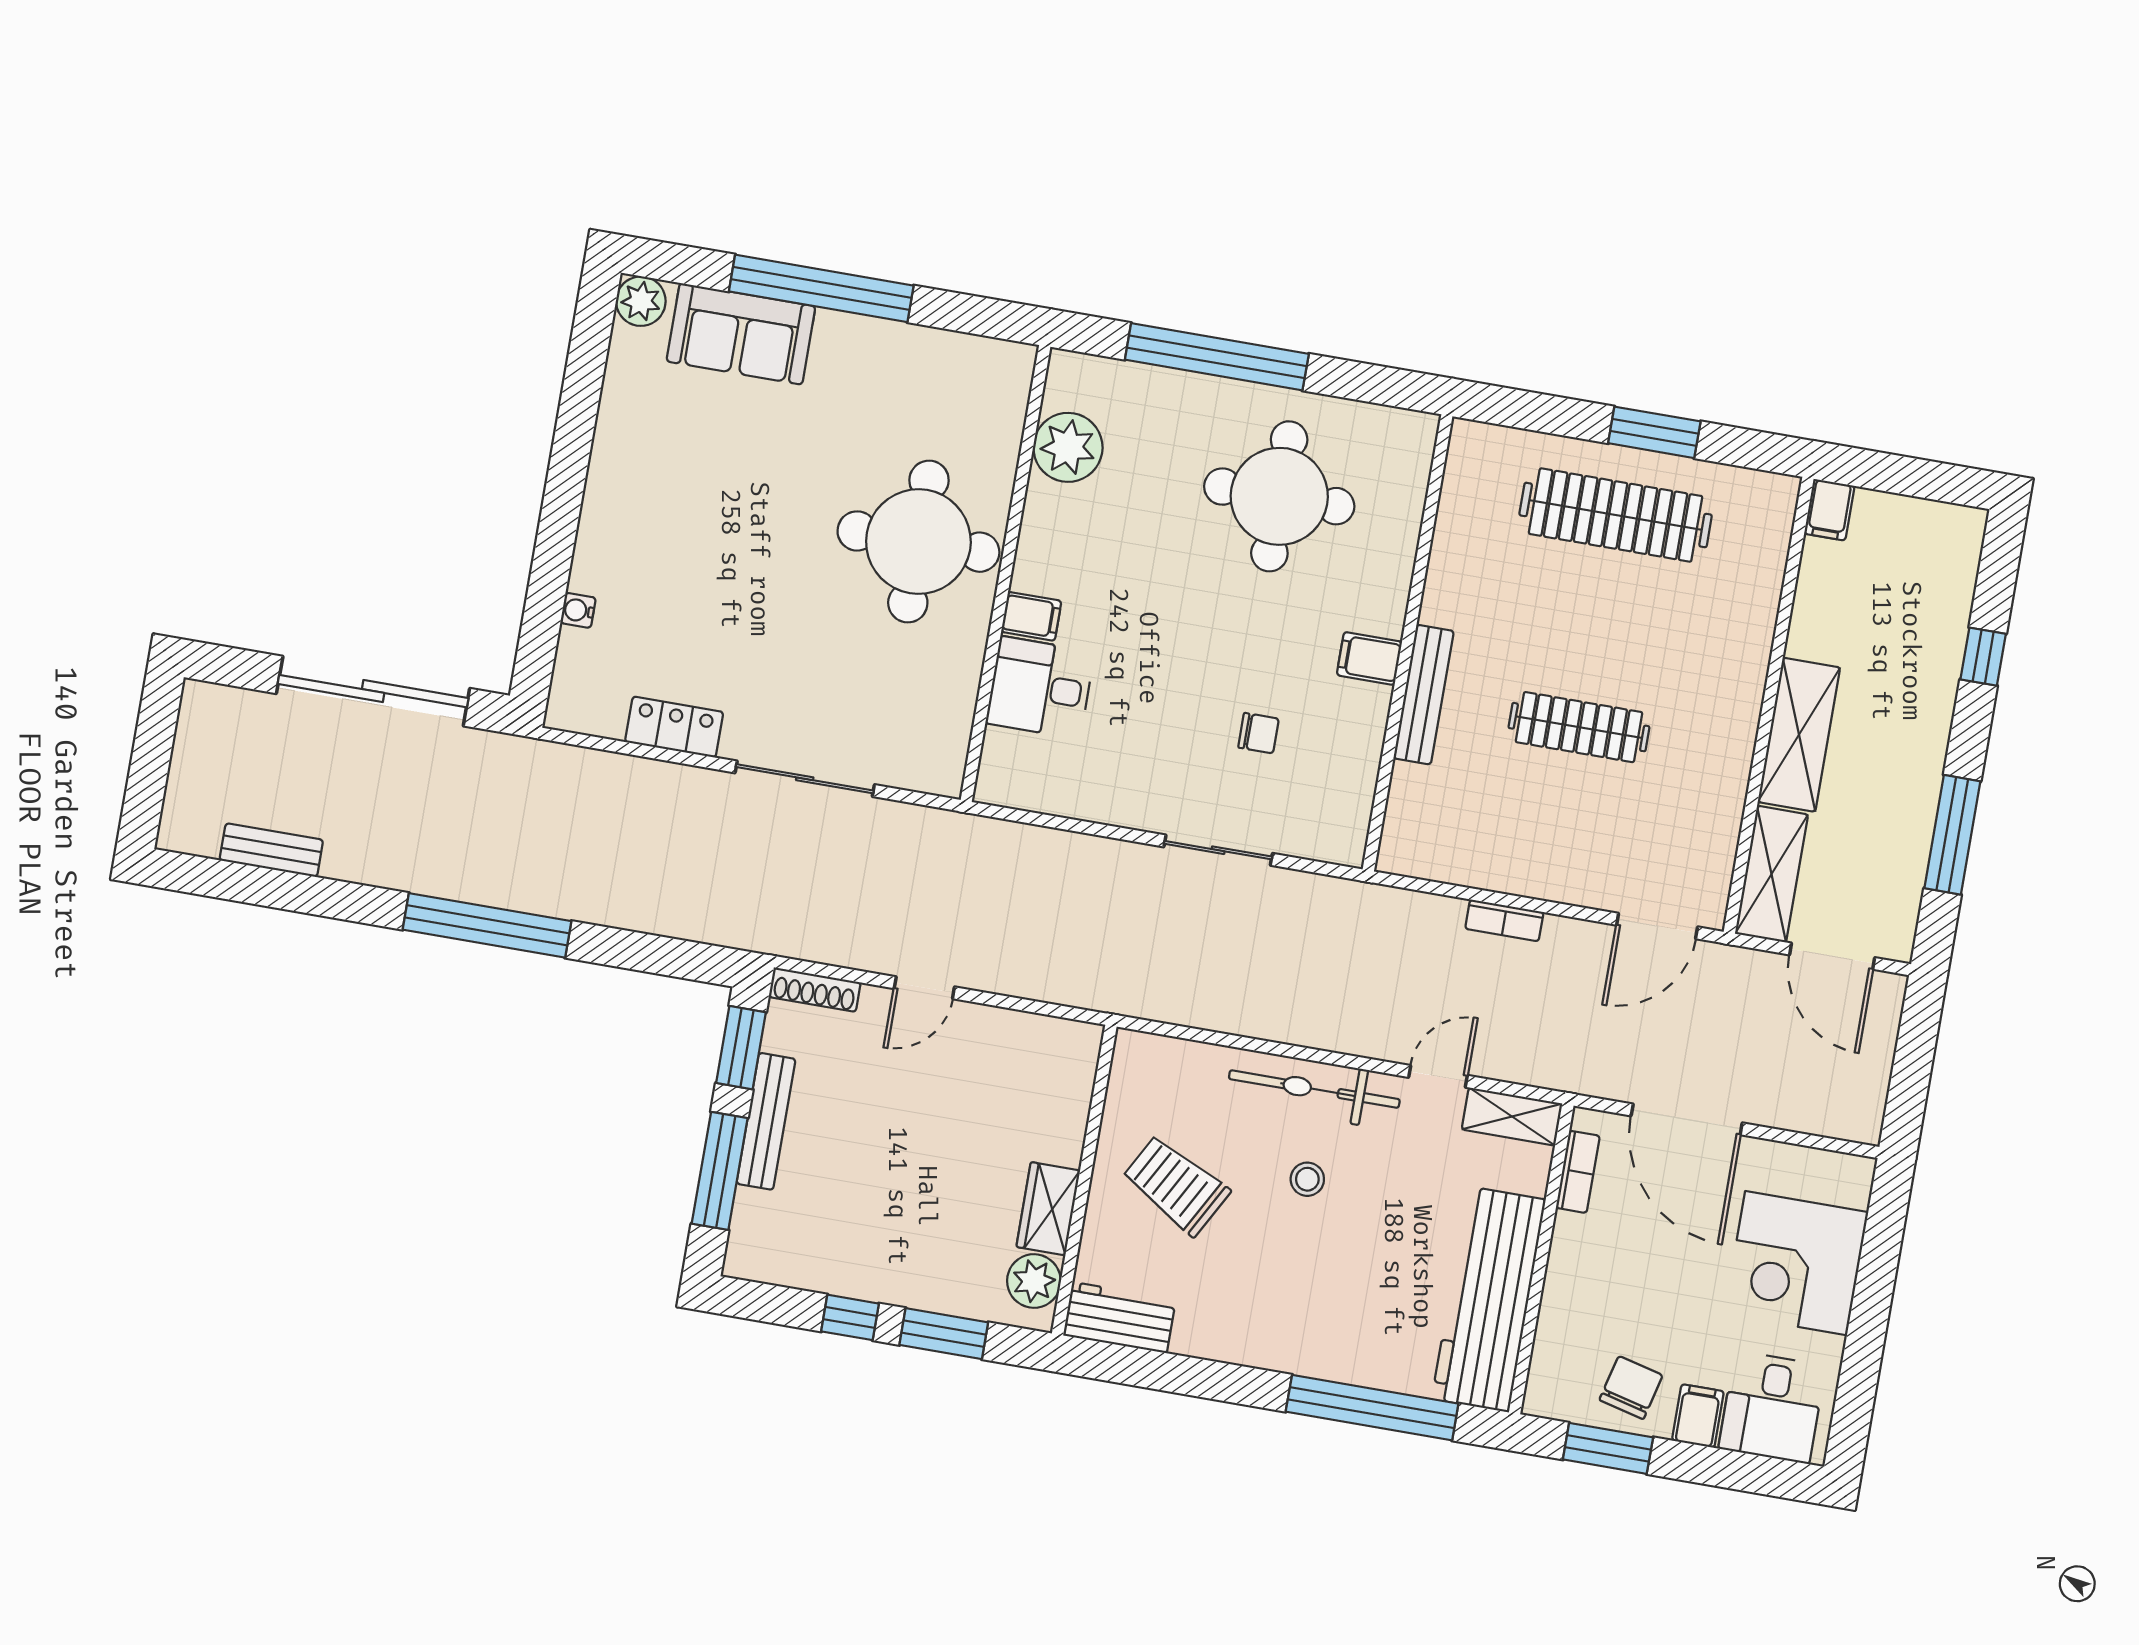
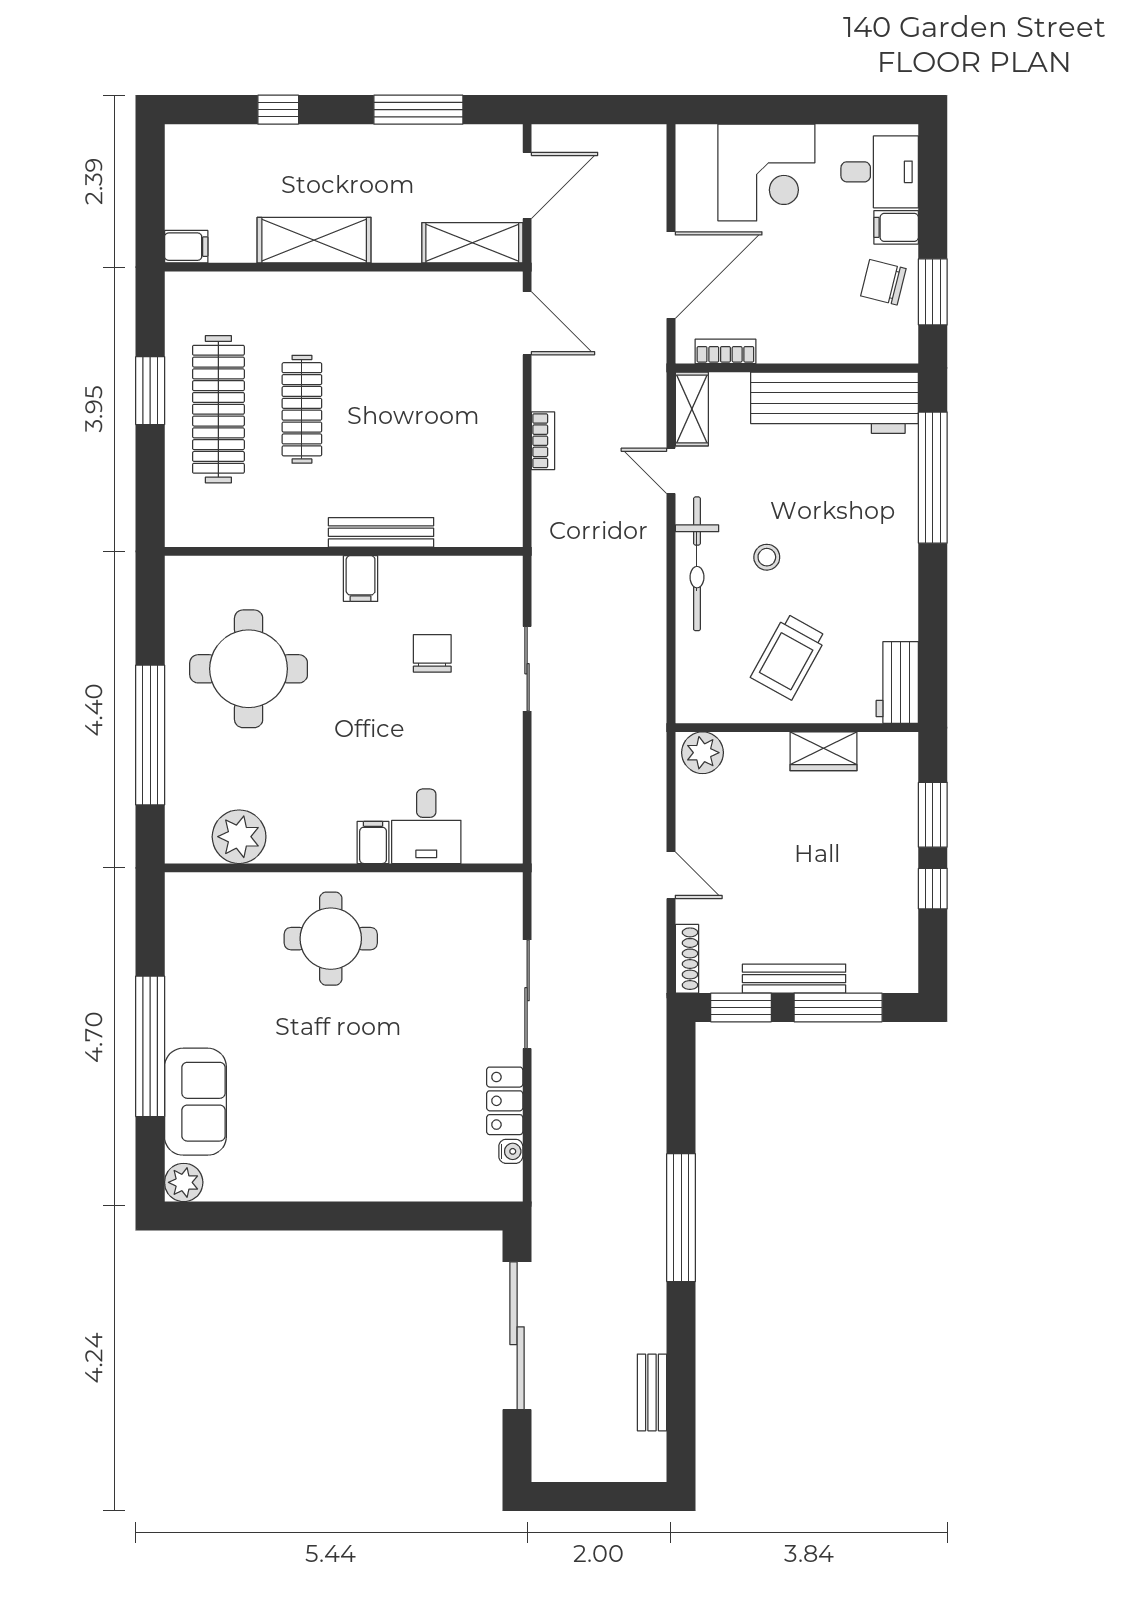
round table: (918, 542) -> (331, 939), width x0.73, depth x0.73
water cooler: (578, 610) -> (511, 1151), moved, turned -90
clothes rail: (1579, 727) -> (302, 409), moved
chair: (1258, 733) -> (432, 653), width x1.37, depth x1.37
shelving: (1799, 735) -> (314, 240), moved
plant: (1034, 1281) -> (702, 753), moved

